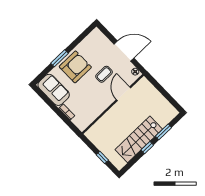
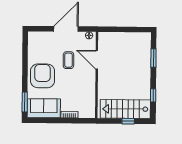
window: (60, 58) -> (25, 102), moved
stairs: (139, 139) -> (125, 109), moved, turned 90
window: (147, 148) -> (153, 95), moved

